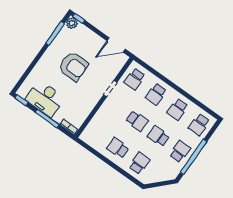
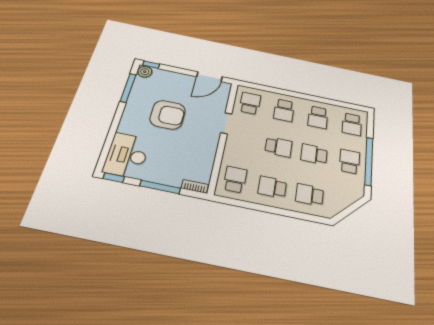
school desk: (135, 79) -> (250, 103), turned 180
desk: (45, 99) -> (127, 155), moved, turned 90
school desk: (96, 133) -> (235, 179), added
school desk: (139, 163) -> (310, 195), turned -90

